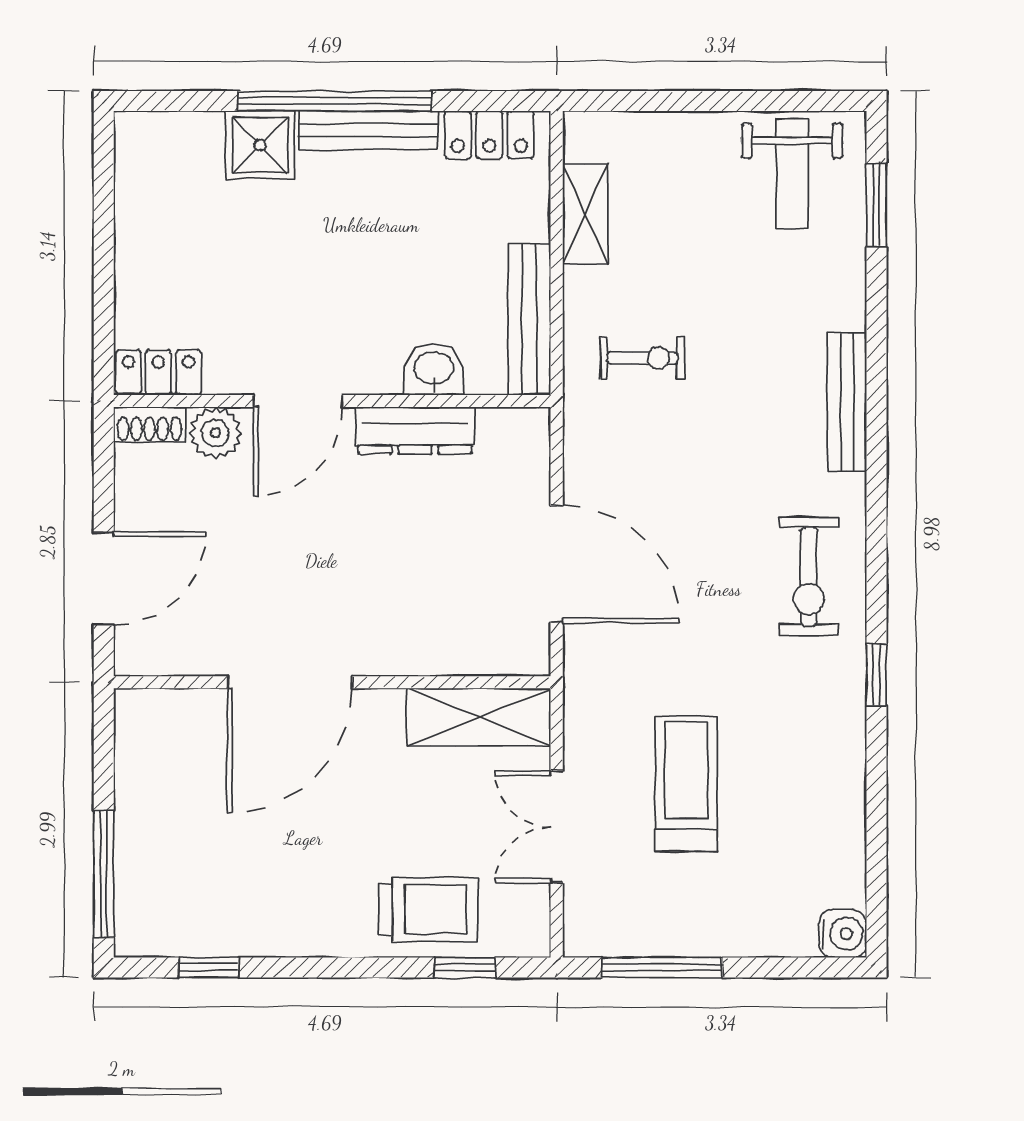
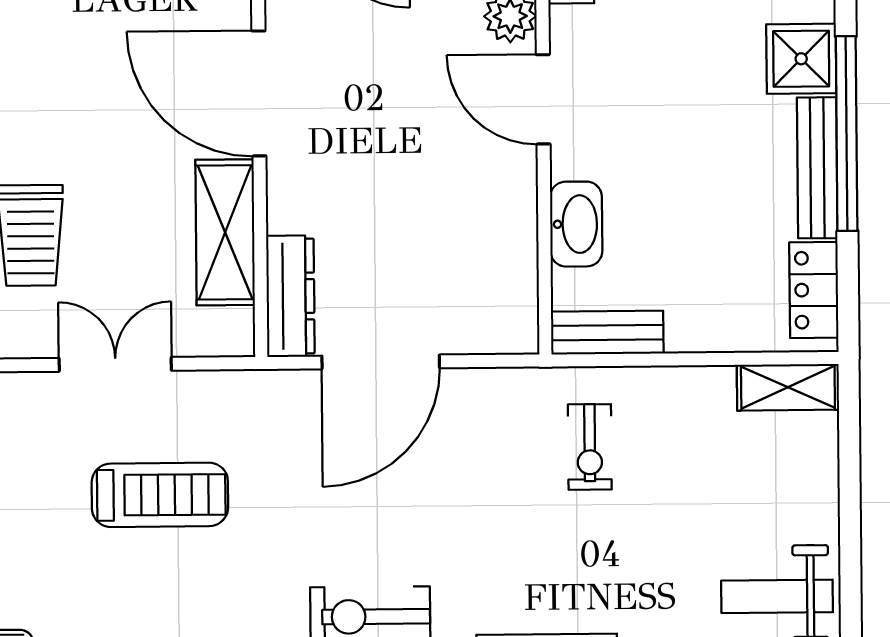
shelving: (585, 214) -> (788, 387), moved
bench: (530, 319) -> (607, 333), width x0.73
washbasin: (434, 369) -> (576, 224), width x1.38
dresser: (415, 430) -> (290, 296), moved, turned 180
shelving: (479, 717) -> (225, 232), moved

